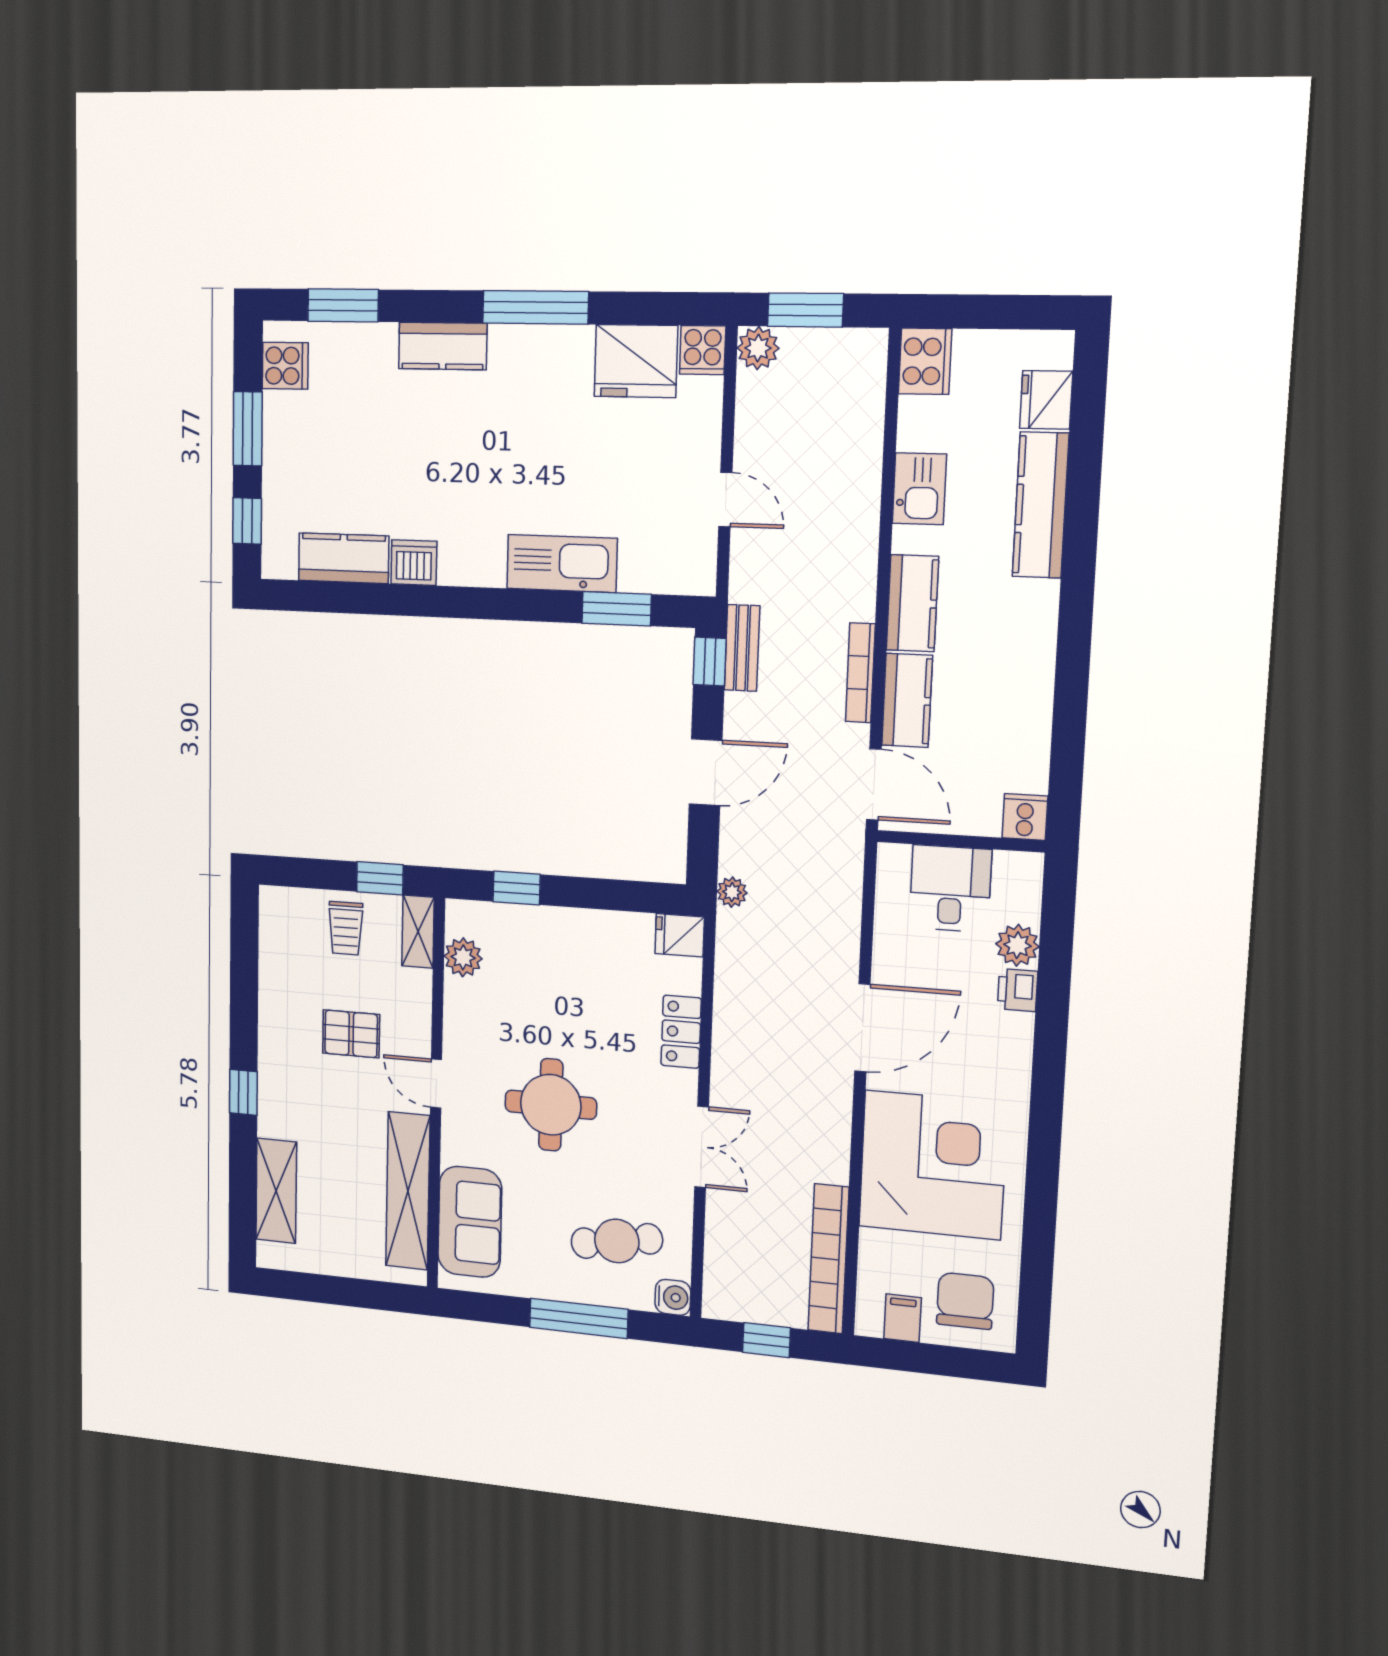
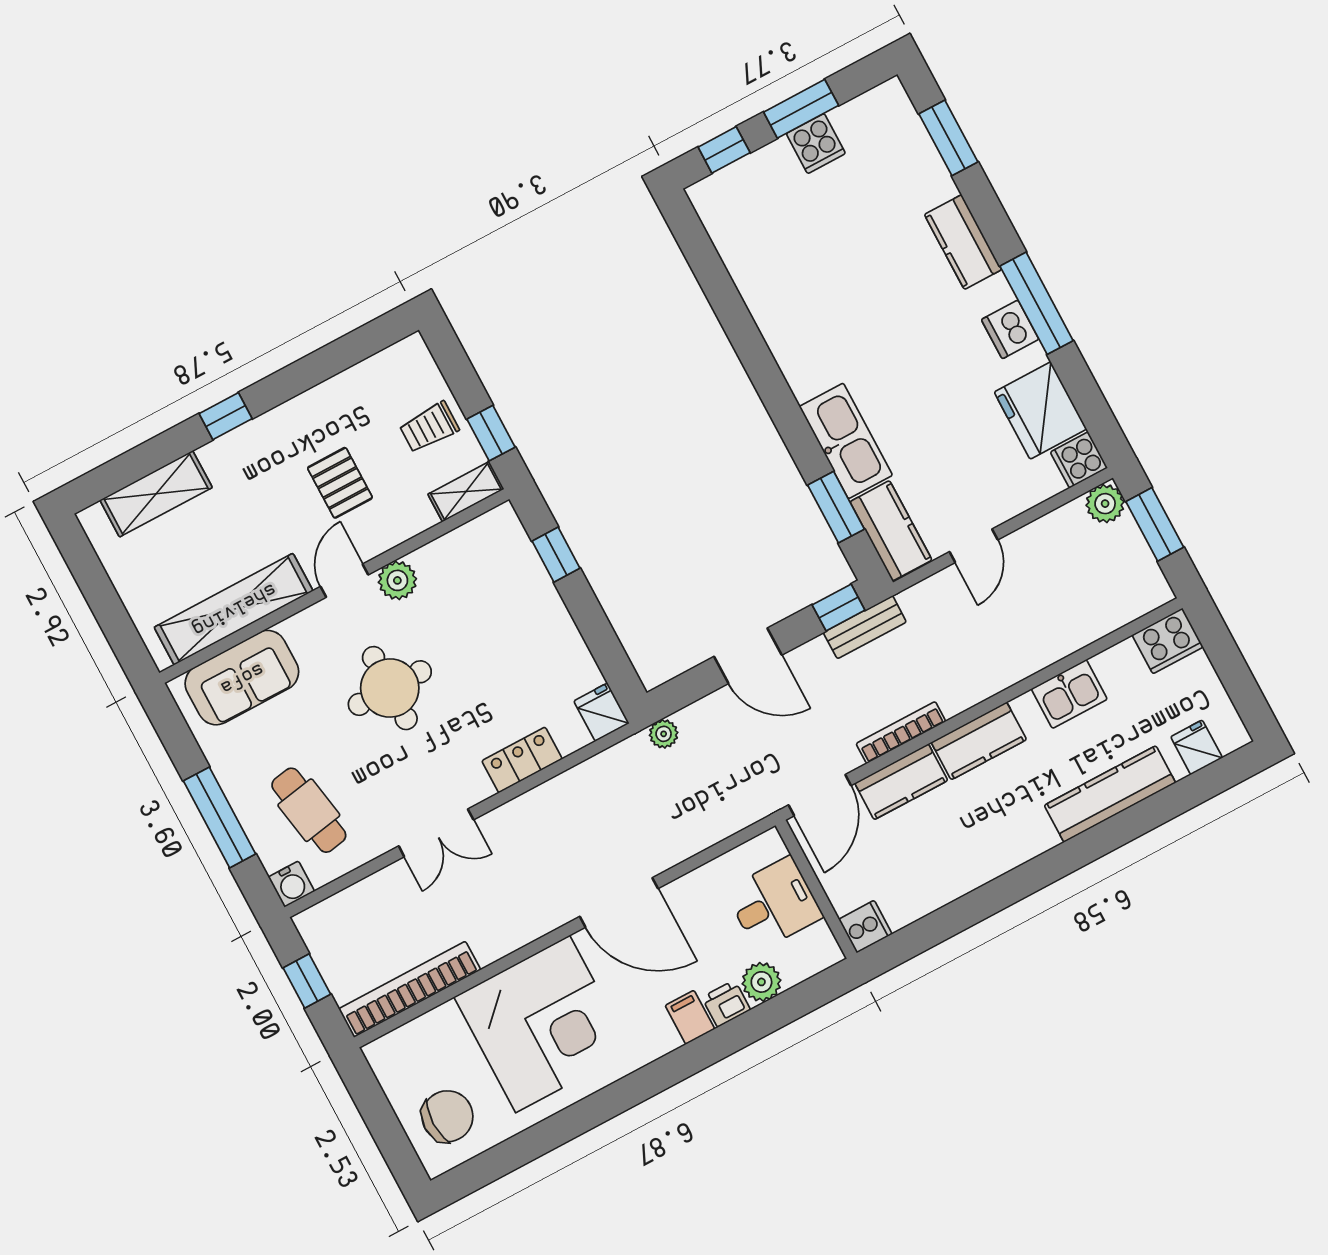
cooker: (285, 366) -> (816, 144), moved
fridge: (1046, 400) -> (1197, 747), width x0.72
kitchen counter: (344, 558) -> (891, 531), moved
dishwasher: (414, 563) -> (1010, 329), moved, turned 180
plant: (463, 957) -> (397, 580), moved
filing cabinet: (902, 1318) -> (690, 1017), moved, turned -90

